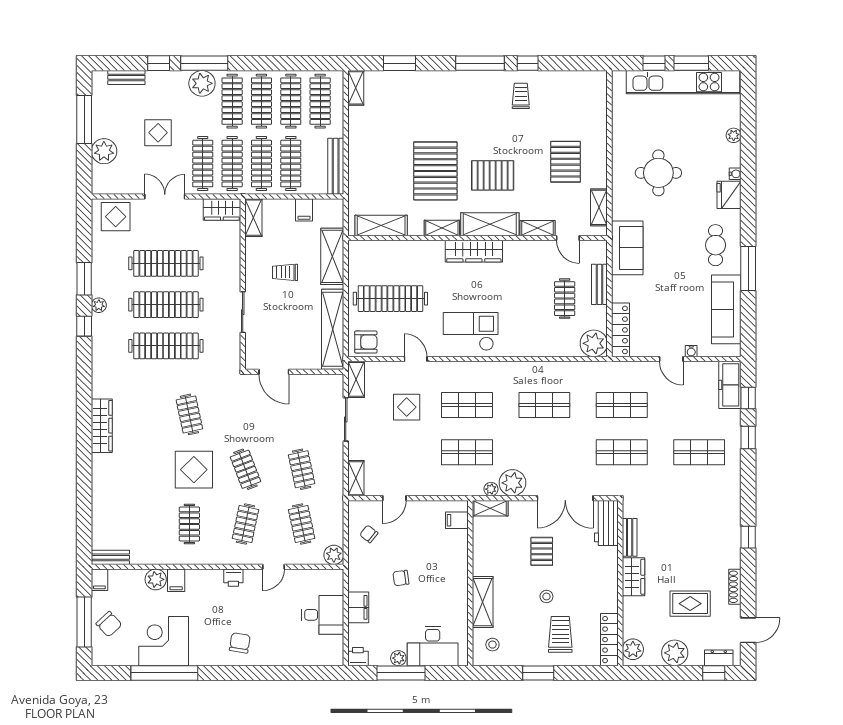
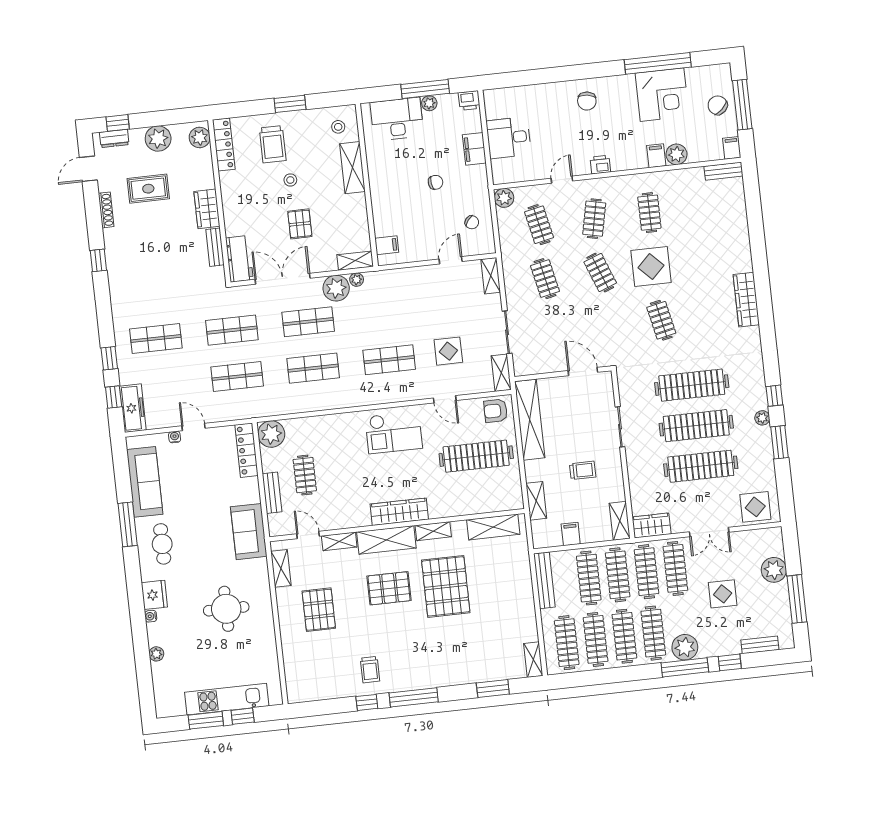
kitchen unit: (683, 82) -> (227, 699), width x0.73
shelving: (332, 256) -> (536, 501), width x0.67, depth x0.75
shop shelf: (467, 452) -> (308, 322), moved

